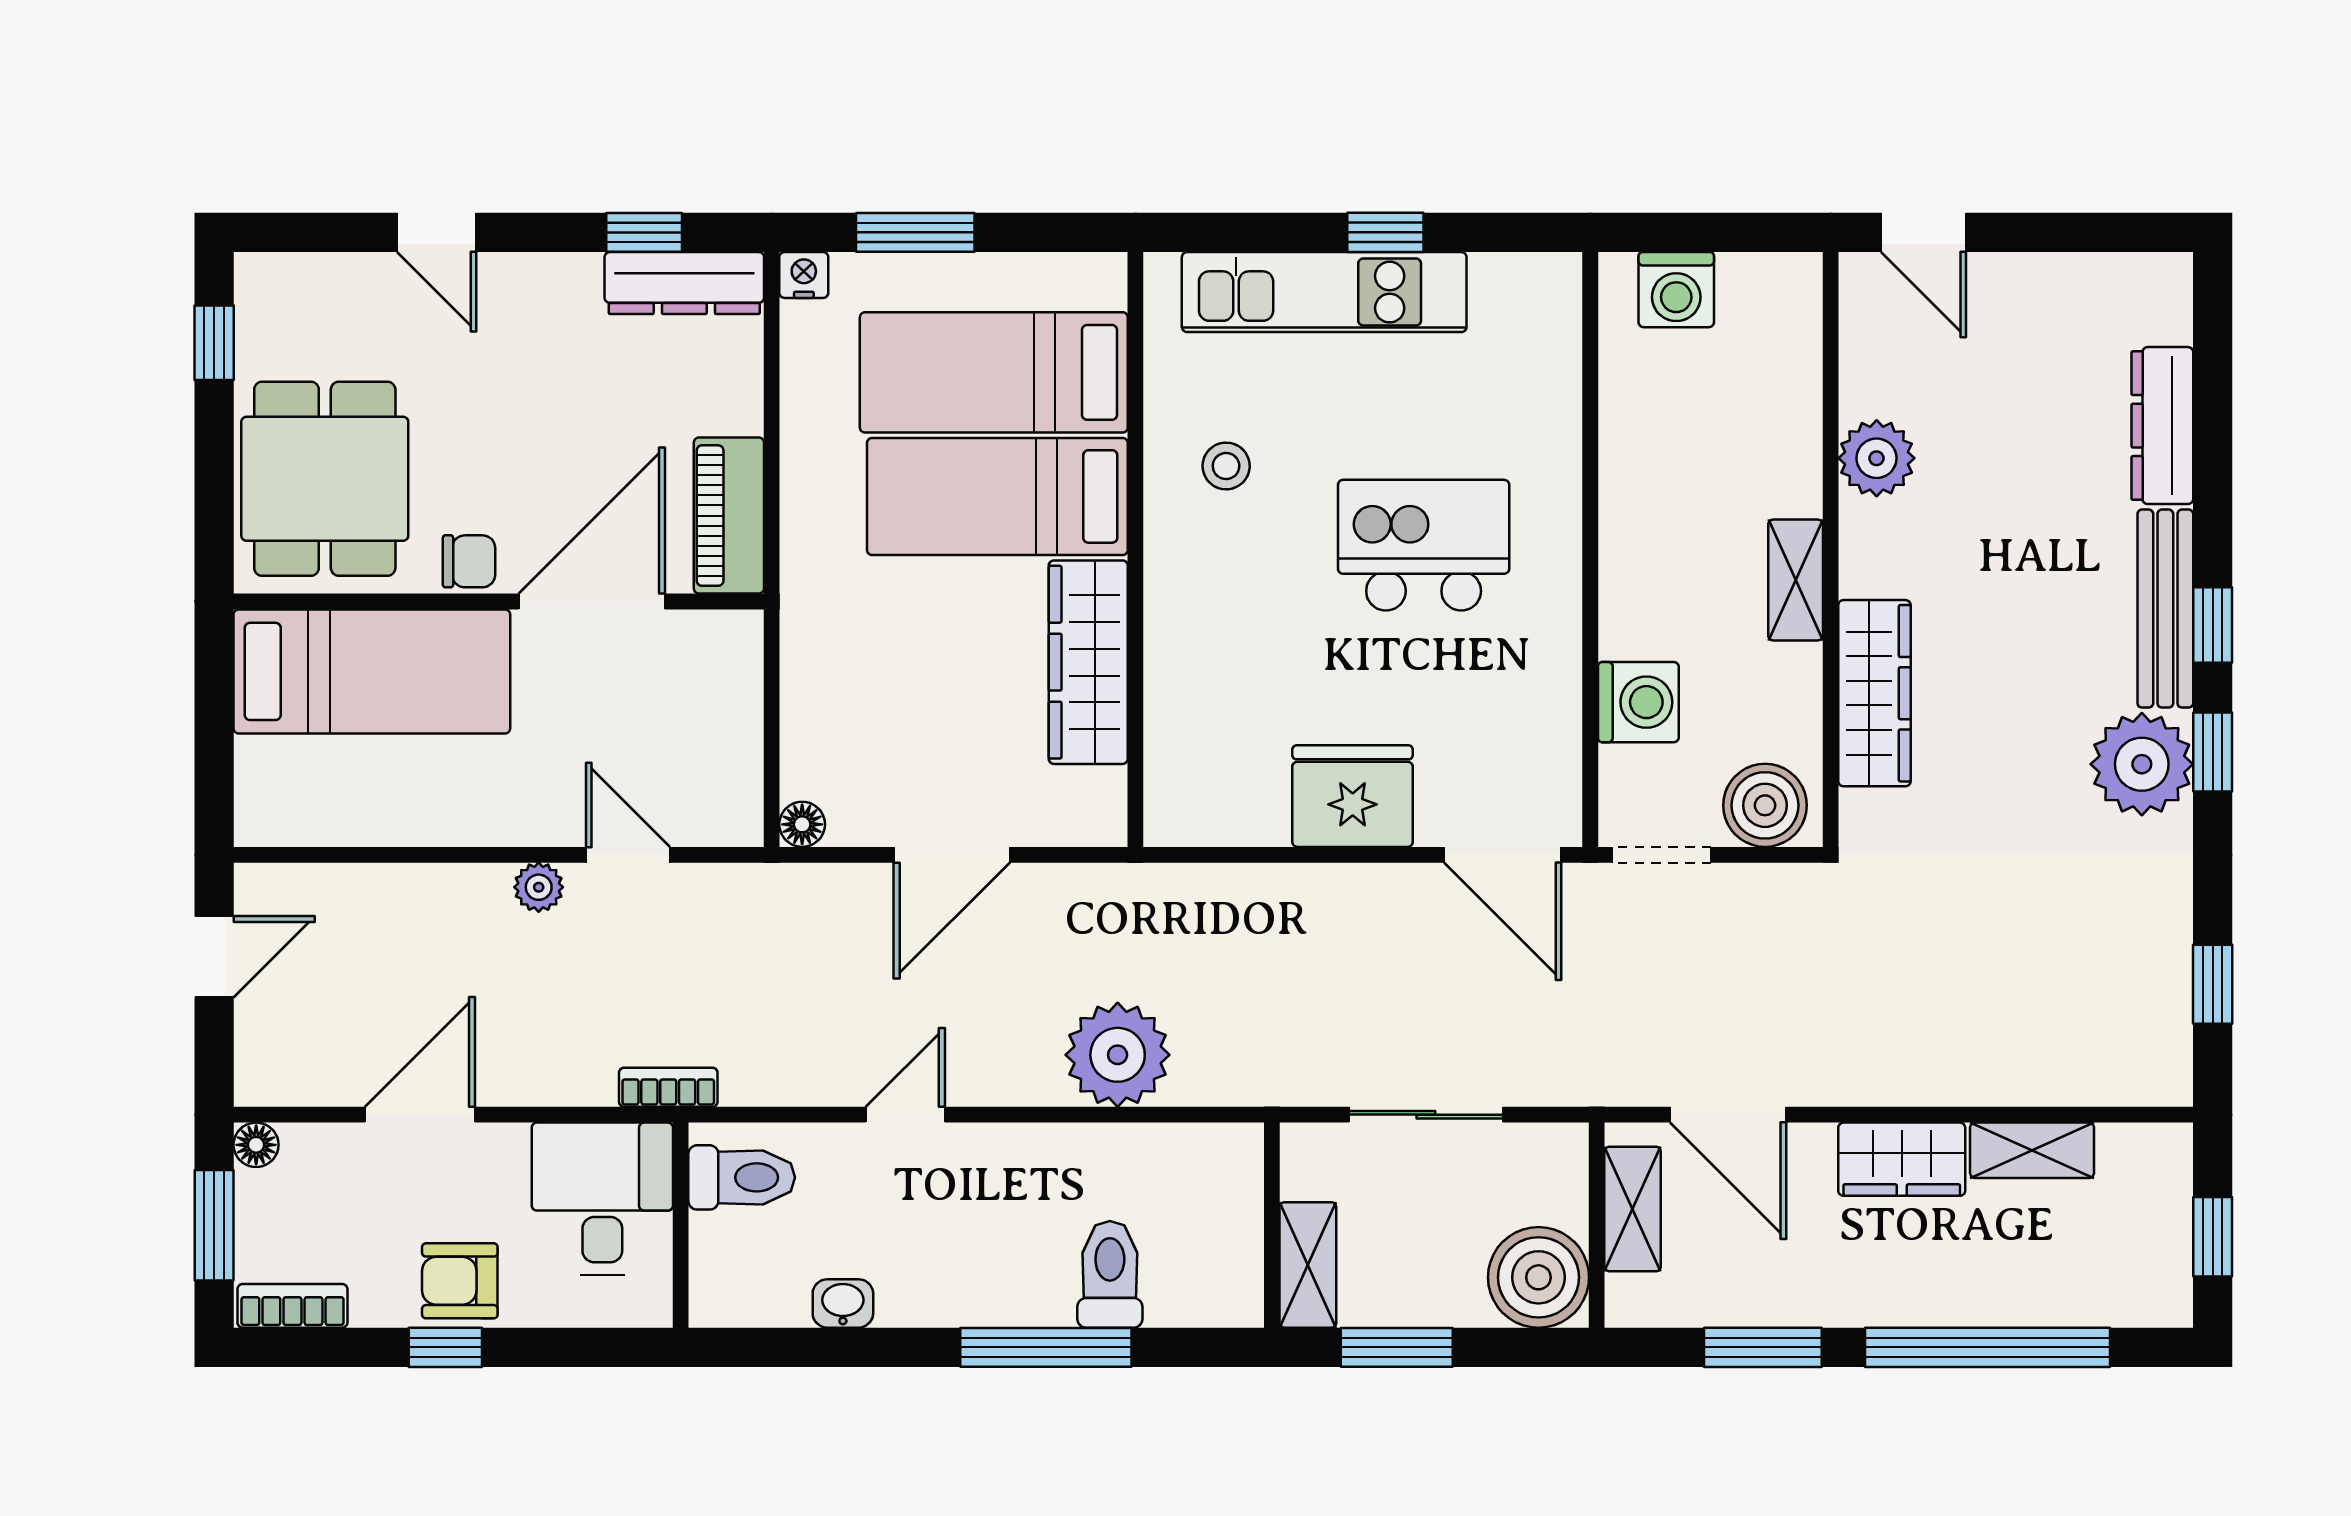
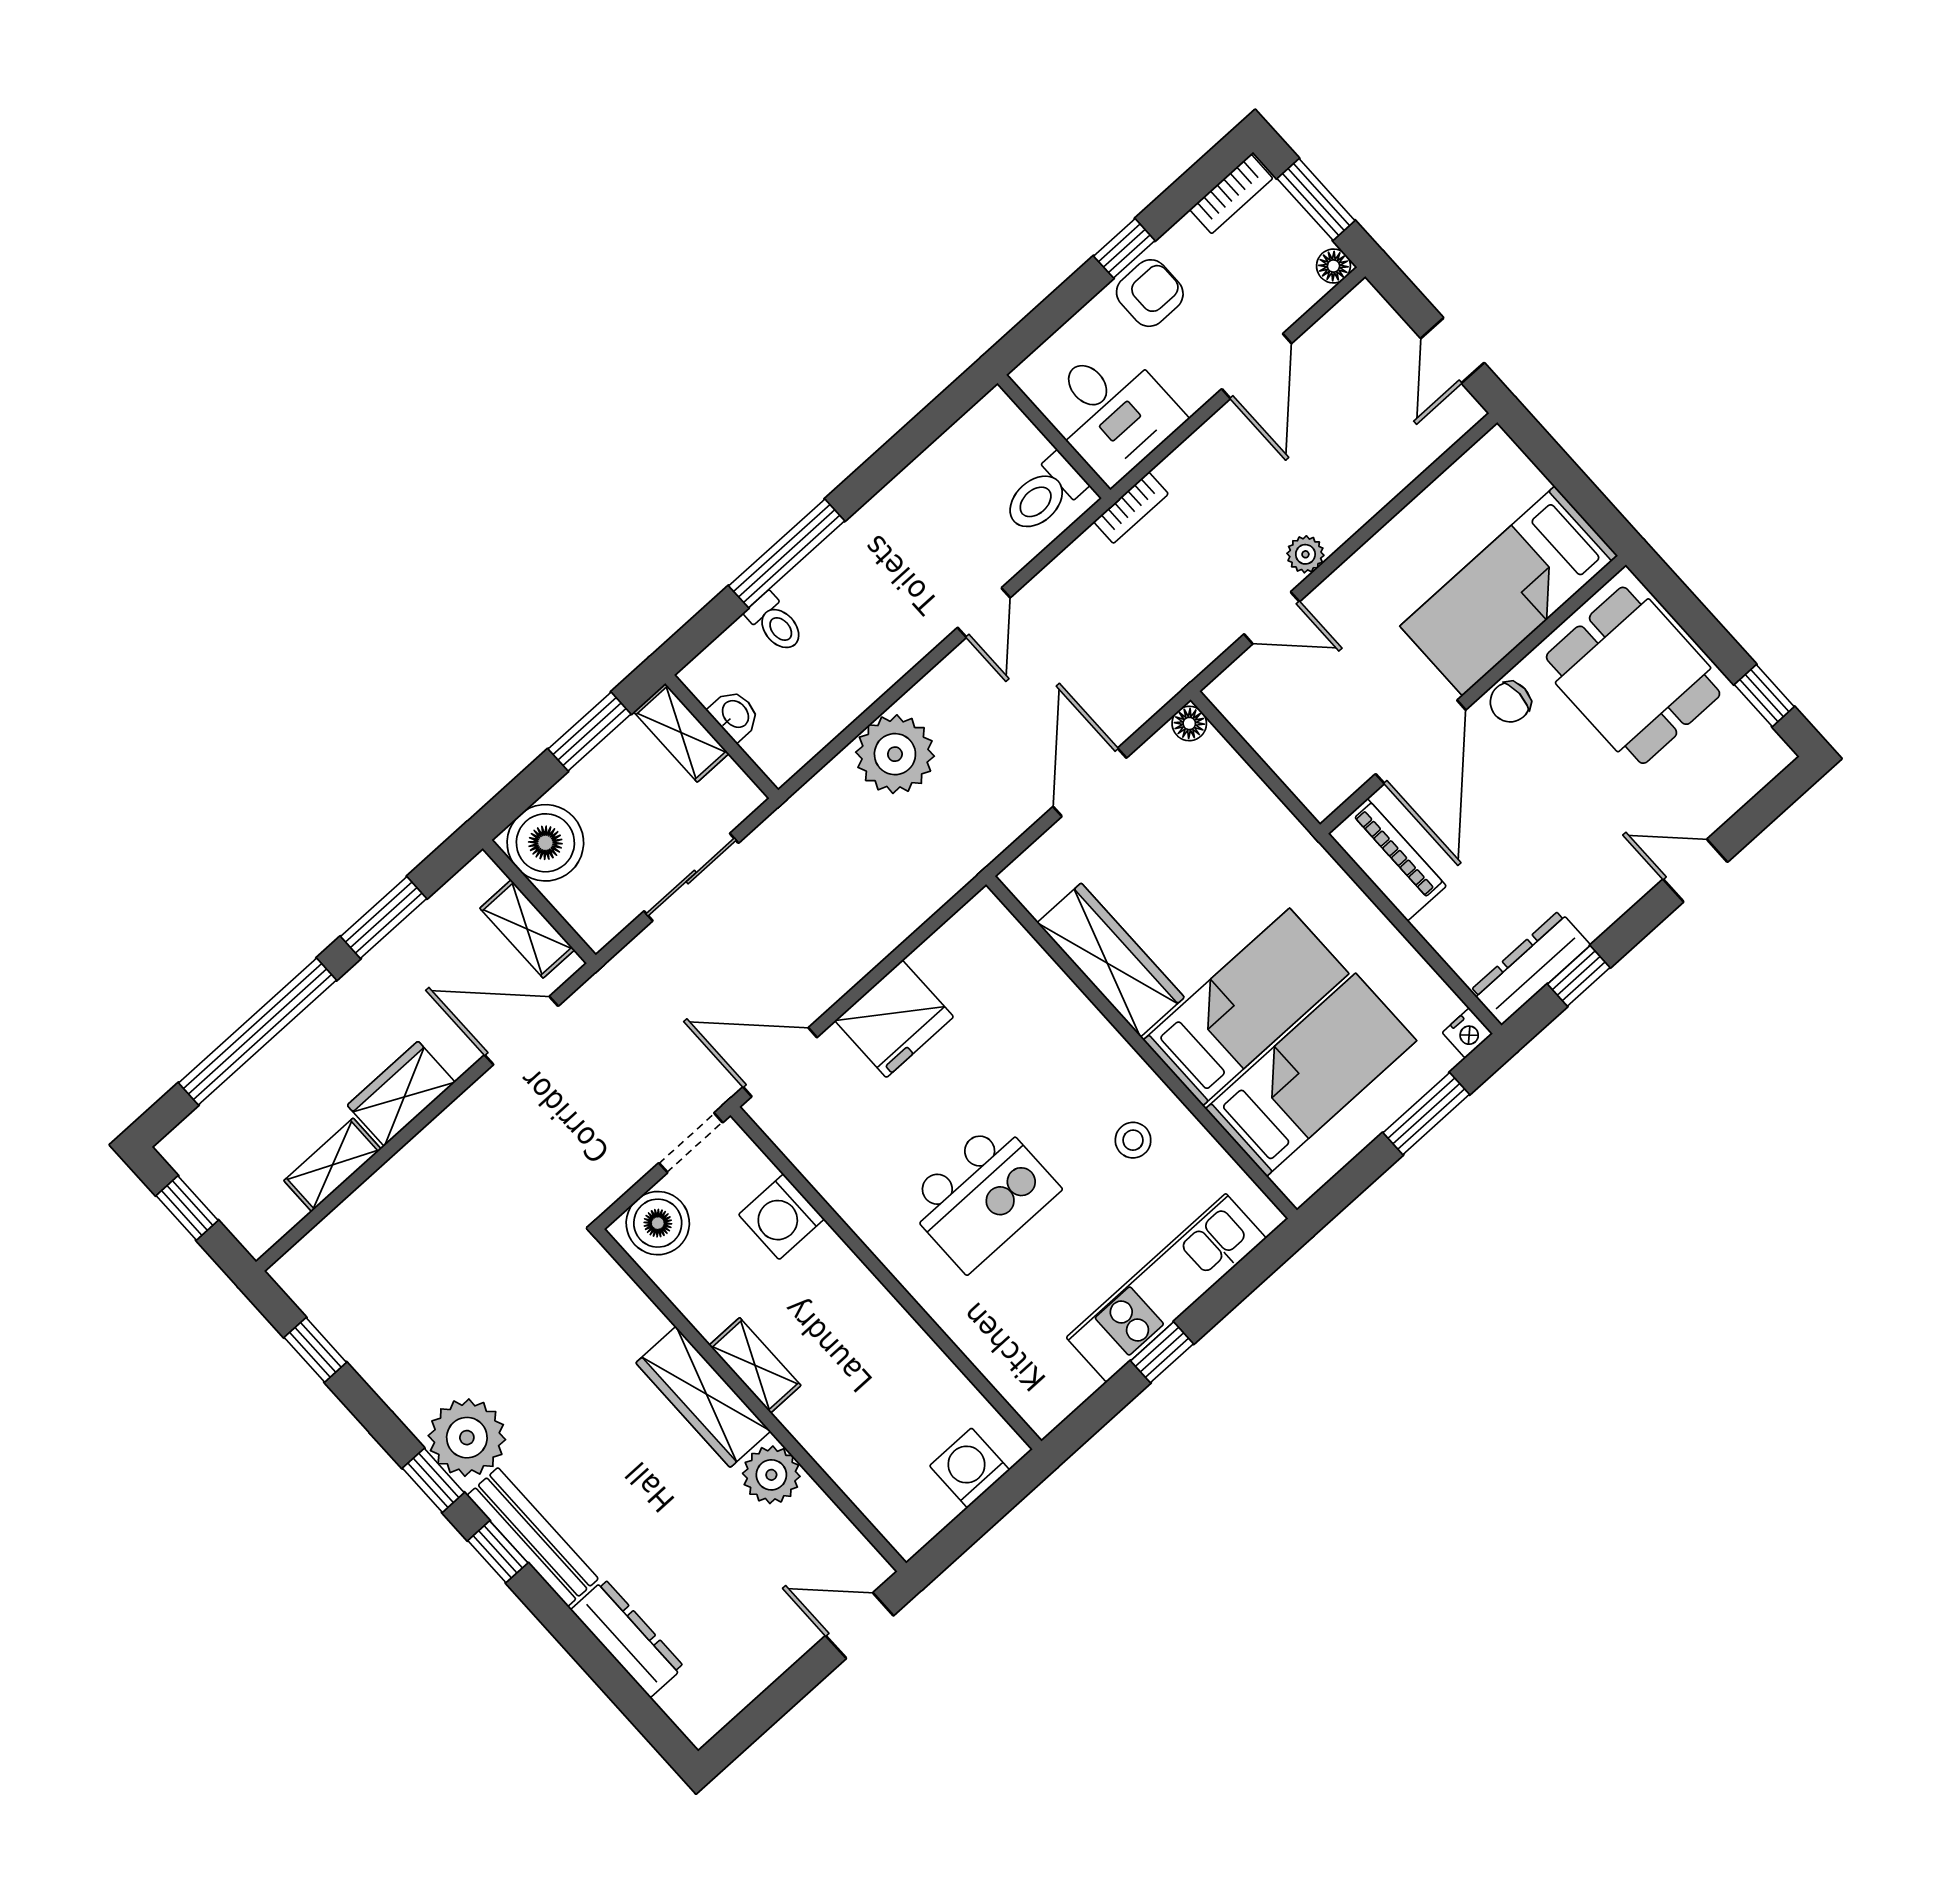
wardrobe: (1874, 693) -> (703, 1397), moved
toilet: (1110, 1274) -> (775, 623), width x0.73, depth x0.72
washbasin: (843, 1303) -> (735, 715), moved, turned -90

